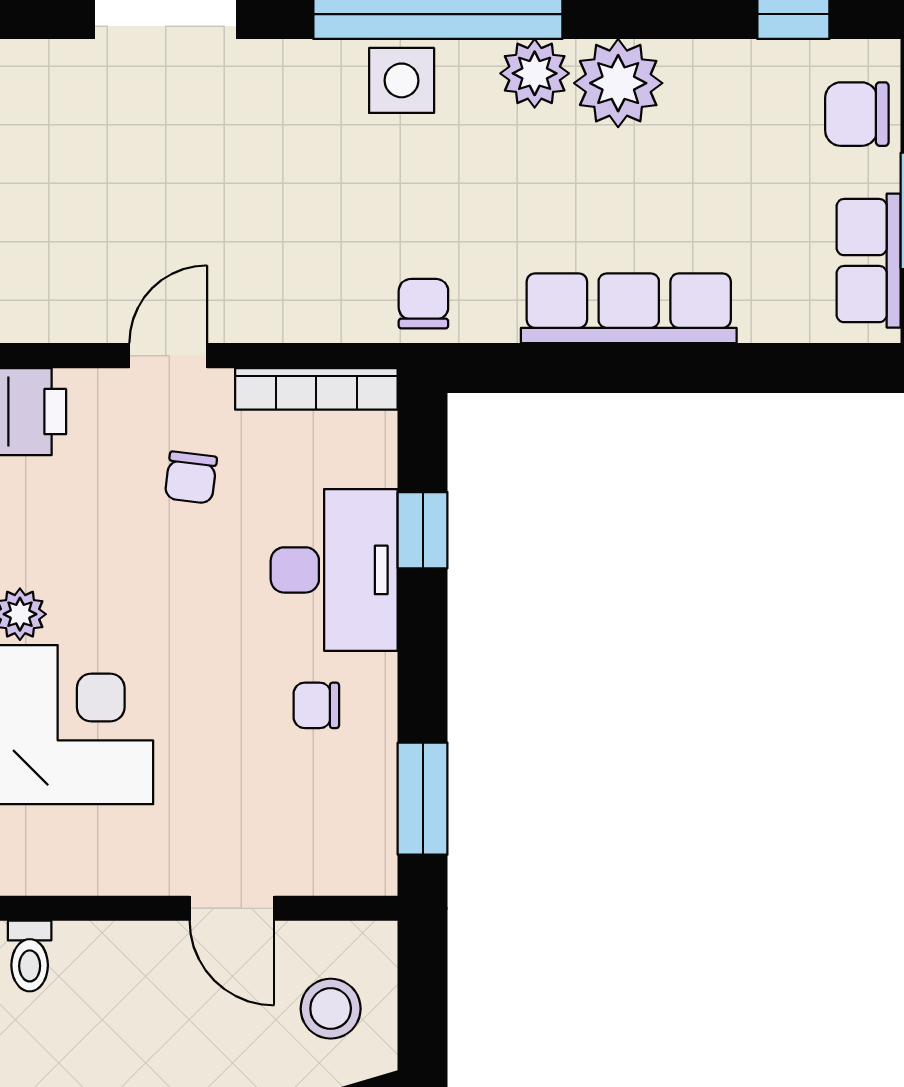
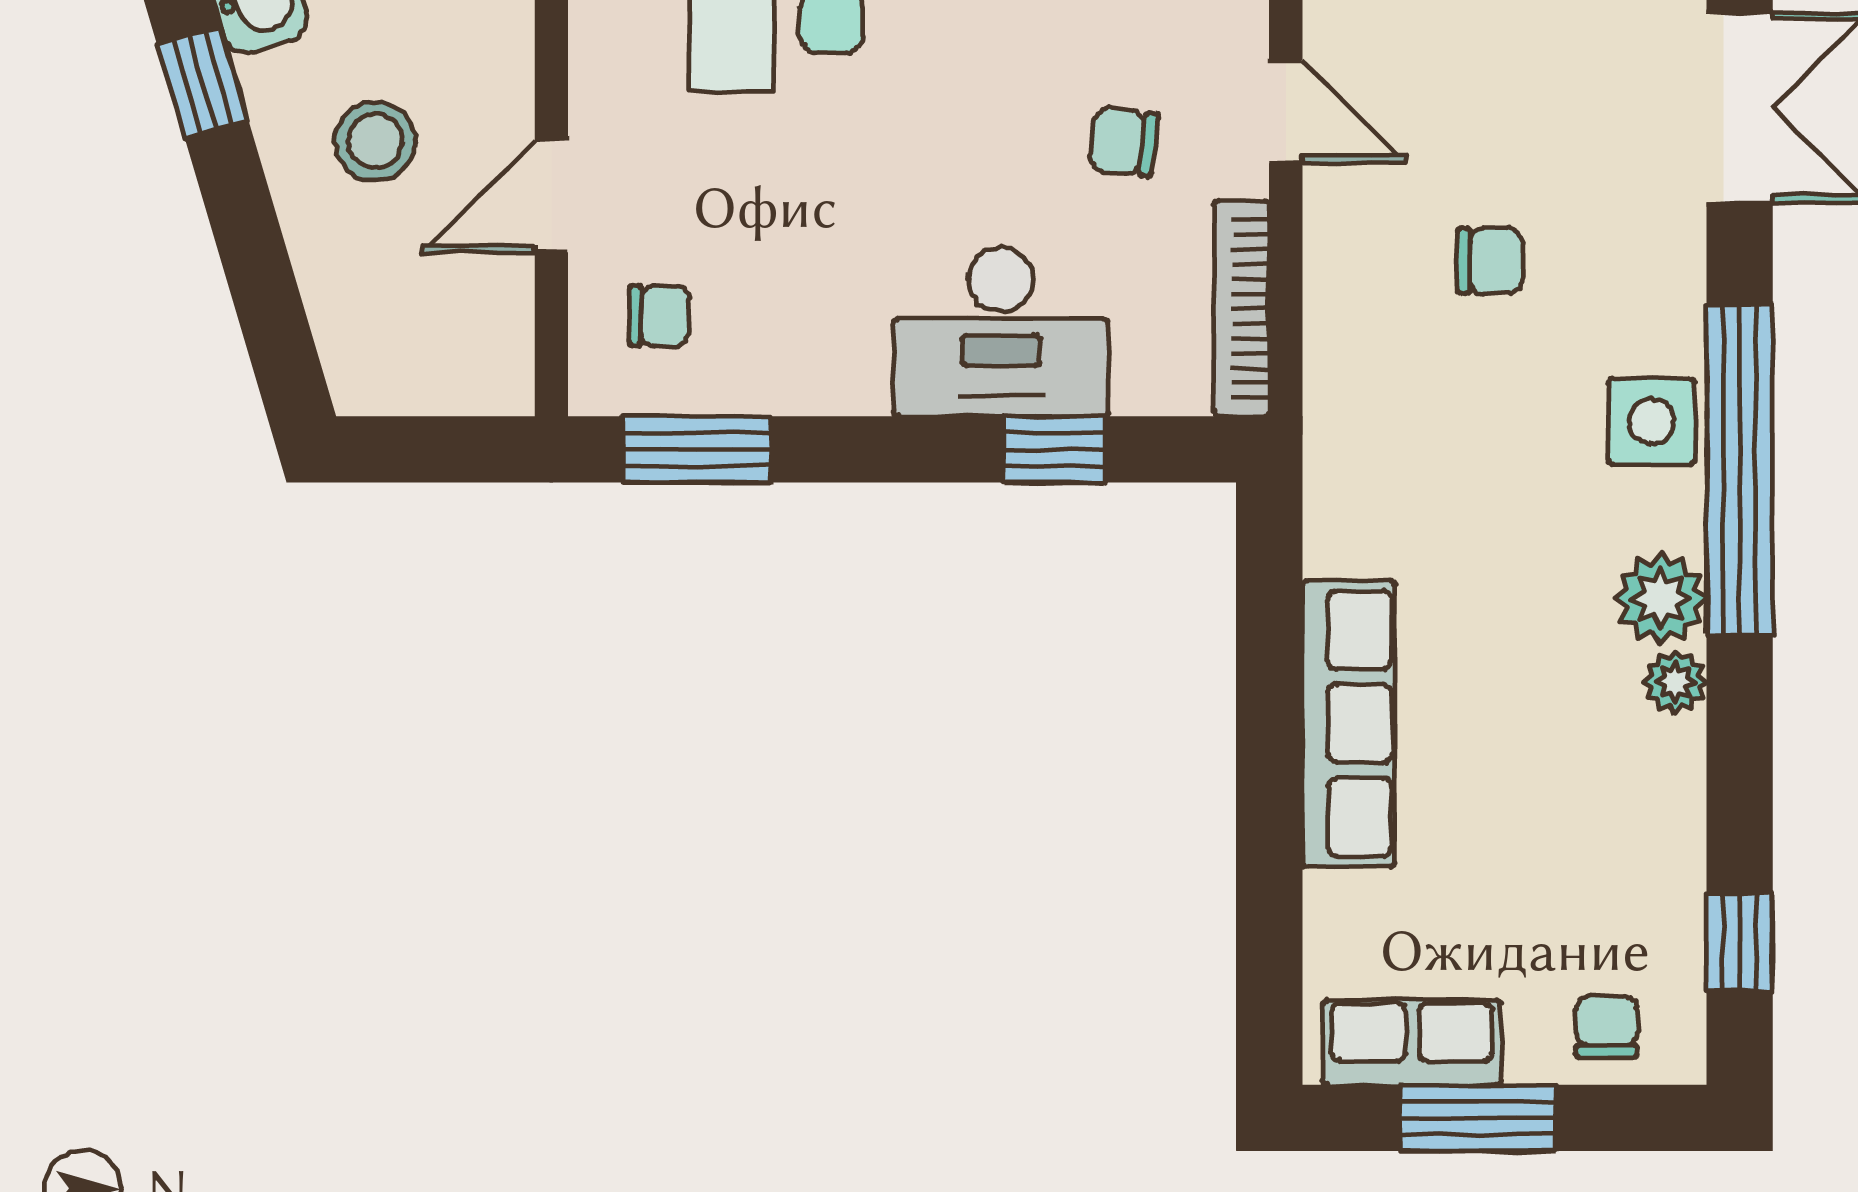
plant: (618, 83) -> (1675, 682), width x0.53, depth x0.53
chair: (857, 114) -> (1607, 1027), width x0.73, depth x0.73
chair: (423, 304) -> (1490, 261), moved
chair: (316, 705) -> (659, 316), moved, turned 90
stool: (331, 1009) -> (375, 141), moved

